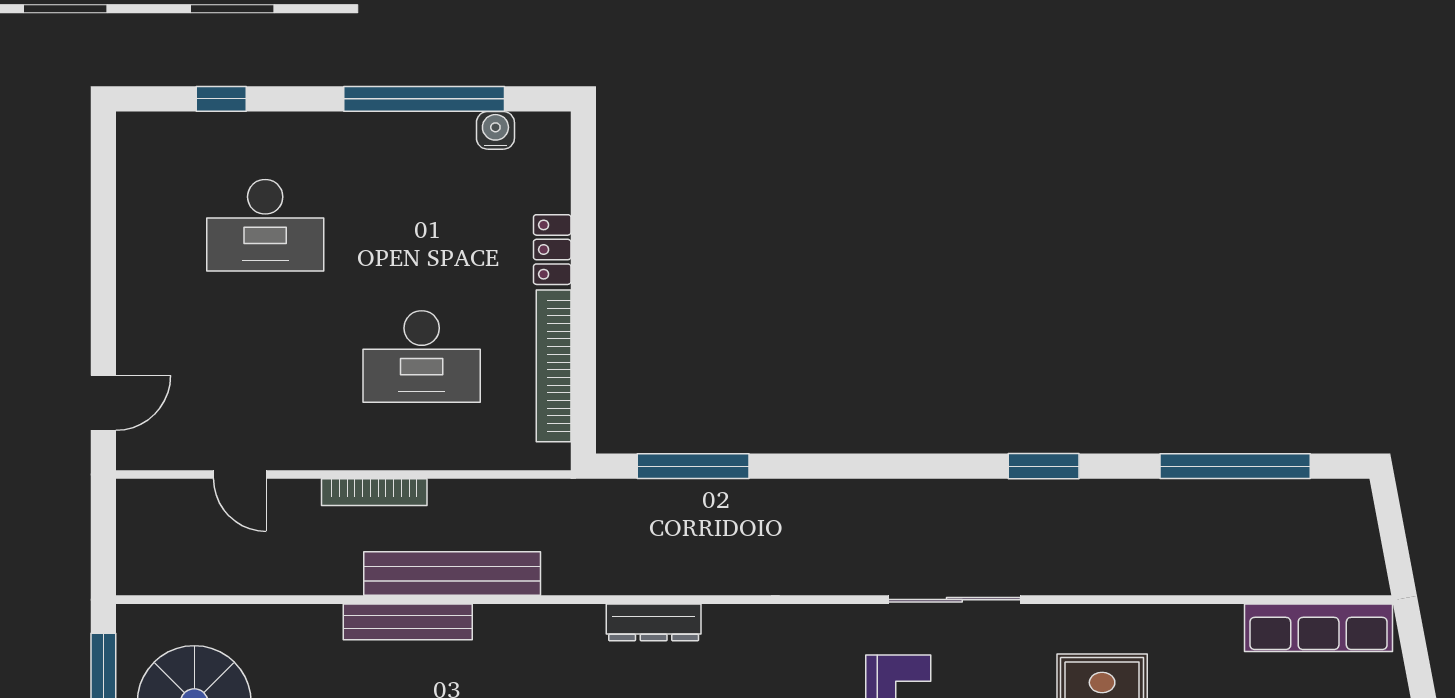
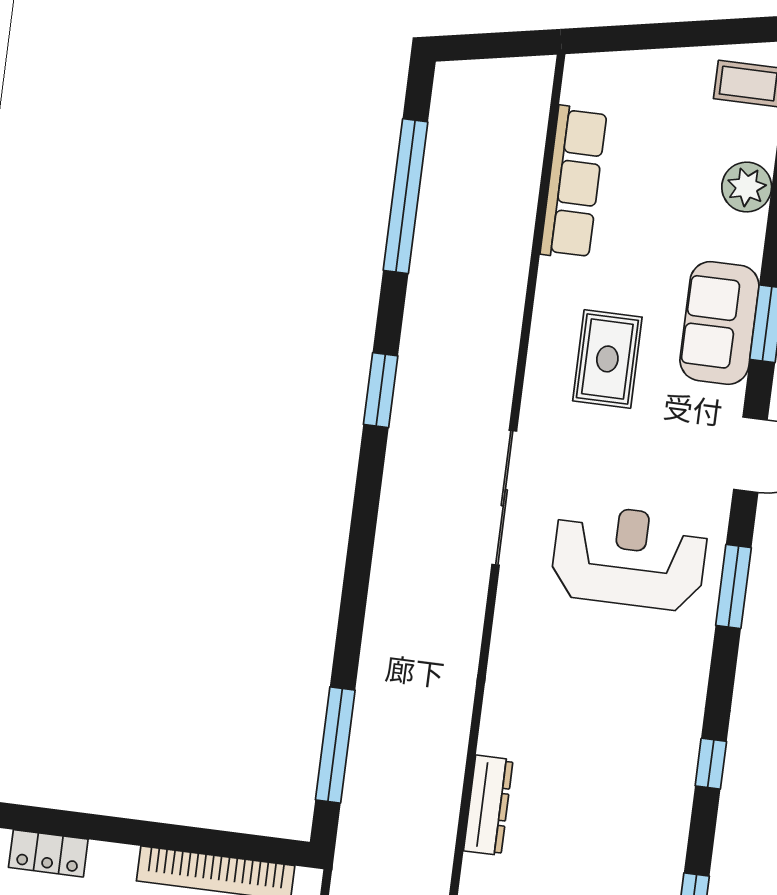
locker: (552, 250) -> (48, 853), moved
row of seats: (1319, 628) -> (574, 183), moved

